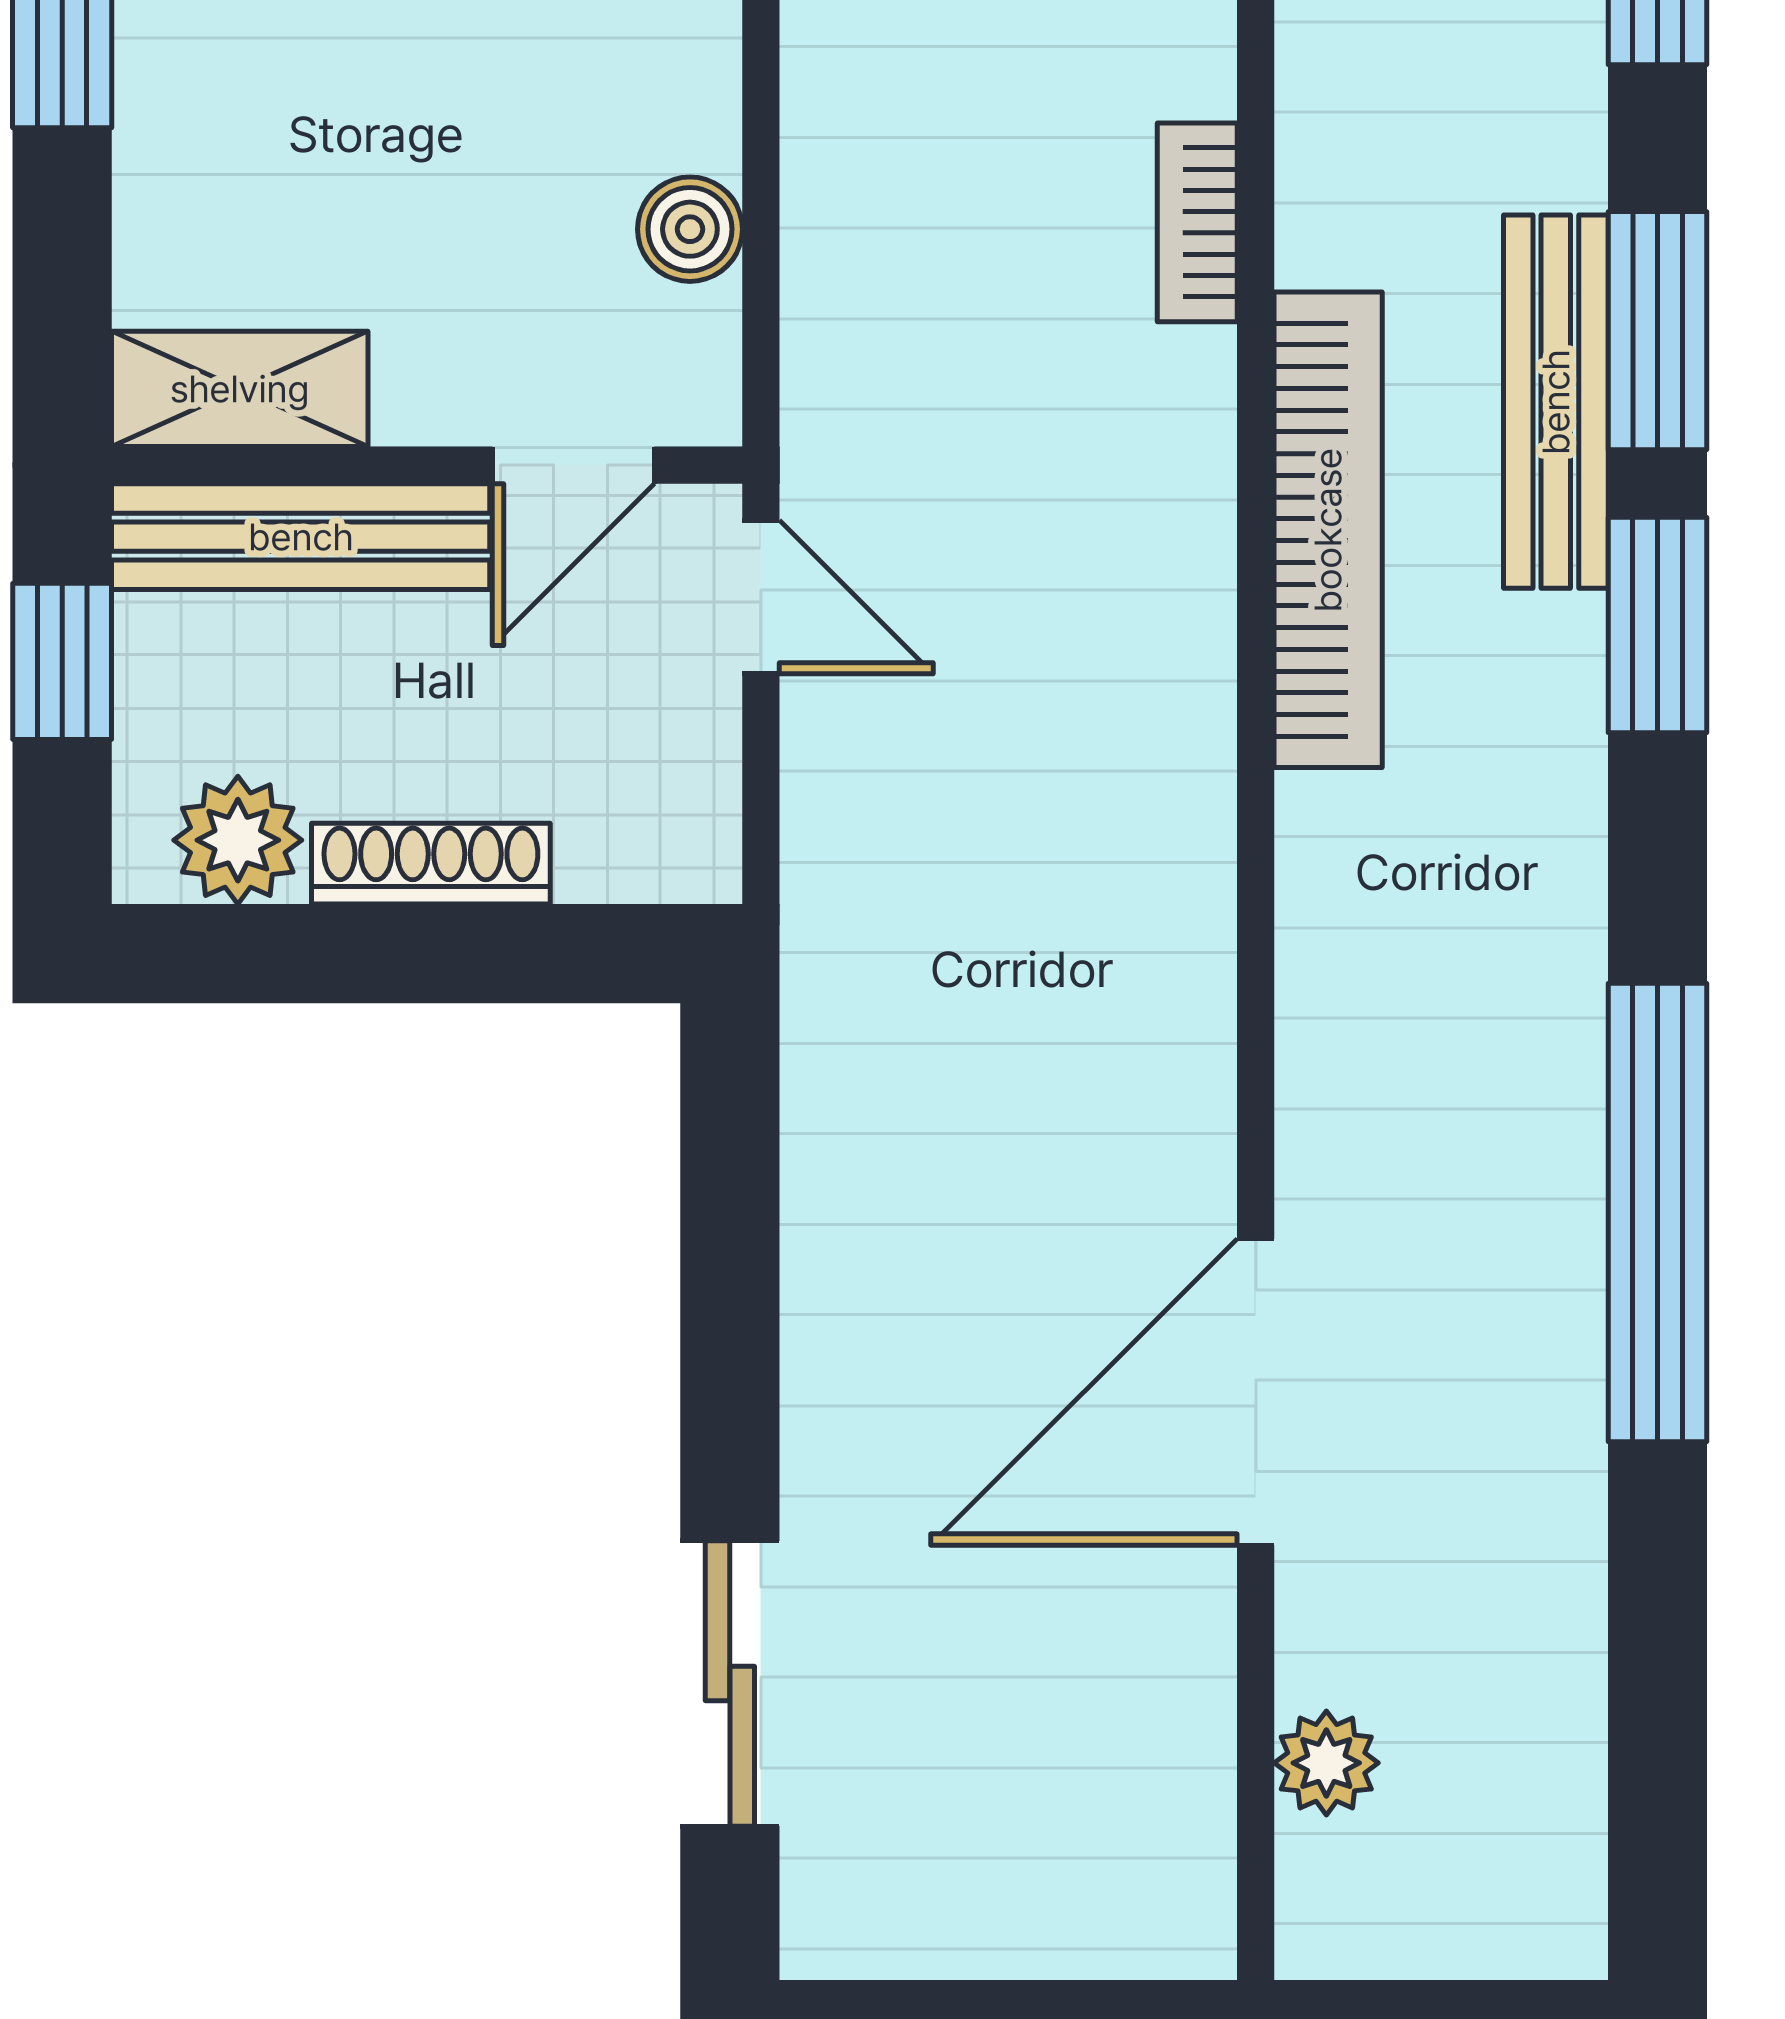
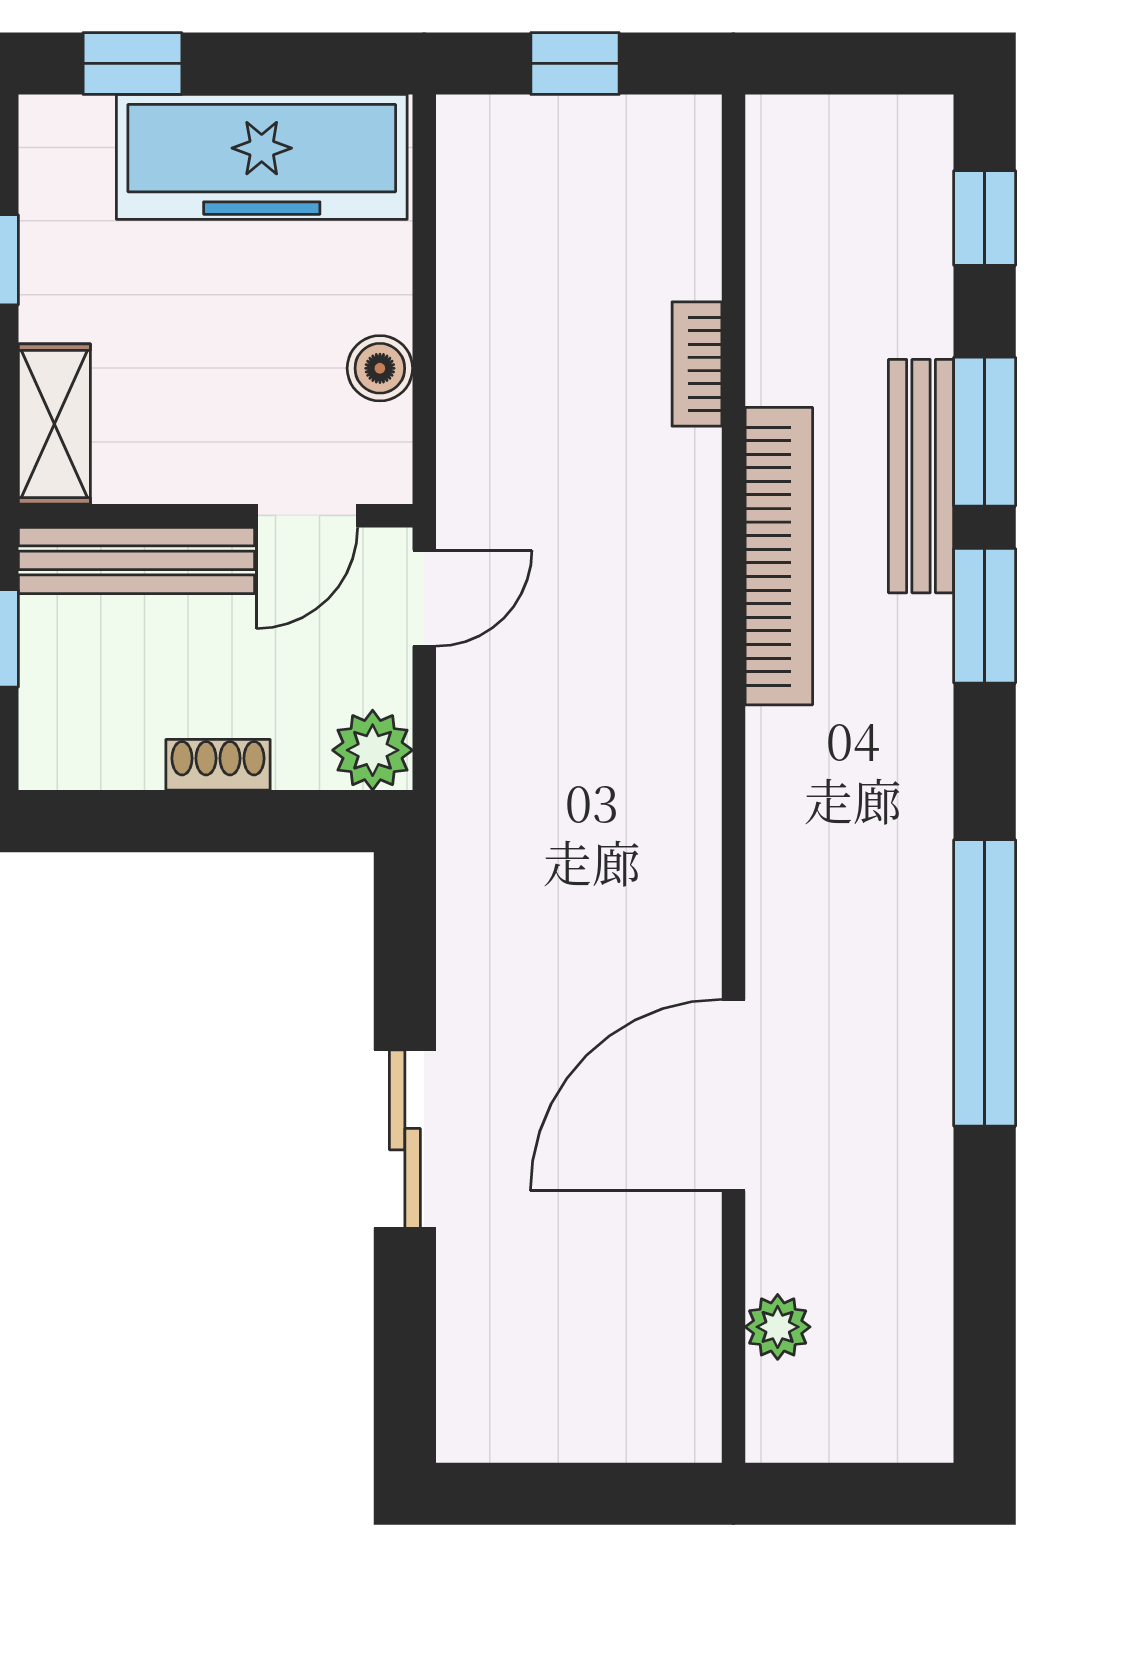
shelving: (240, 389) -> (54, 424), moved, turned 90
door: (761, 597) -> (424, 598), hinge flipped
plant: (238, 840) -> (373, 750), moved
shoe rack: (431, 864) -> (218, 765), width x0.70
sliding door: (730, 1684) -> (405, 1139), moved

